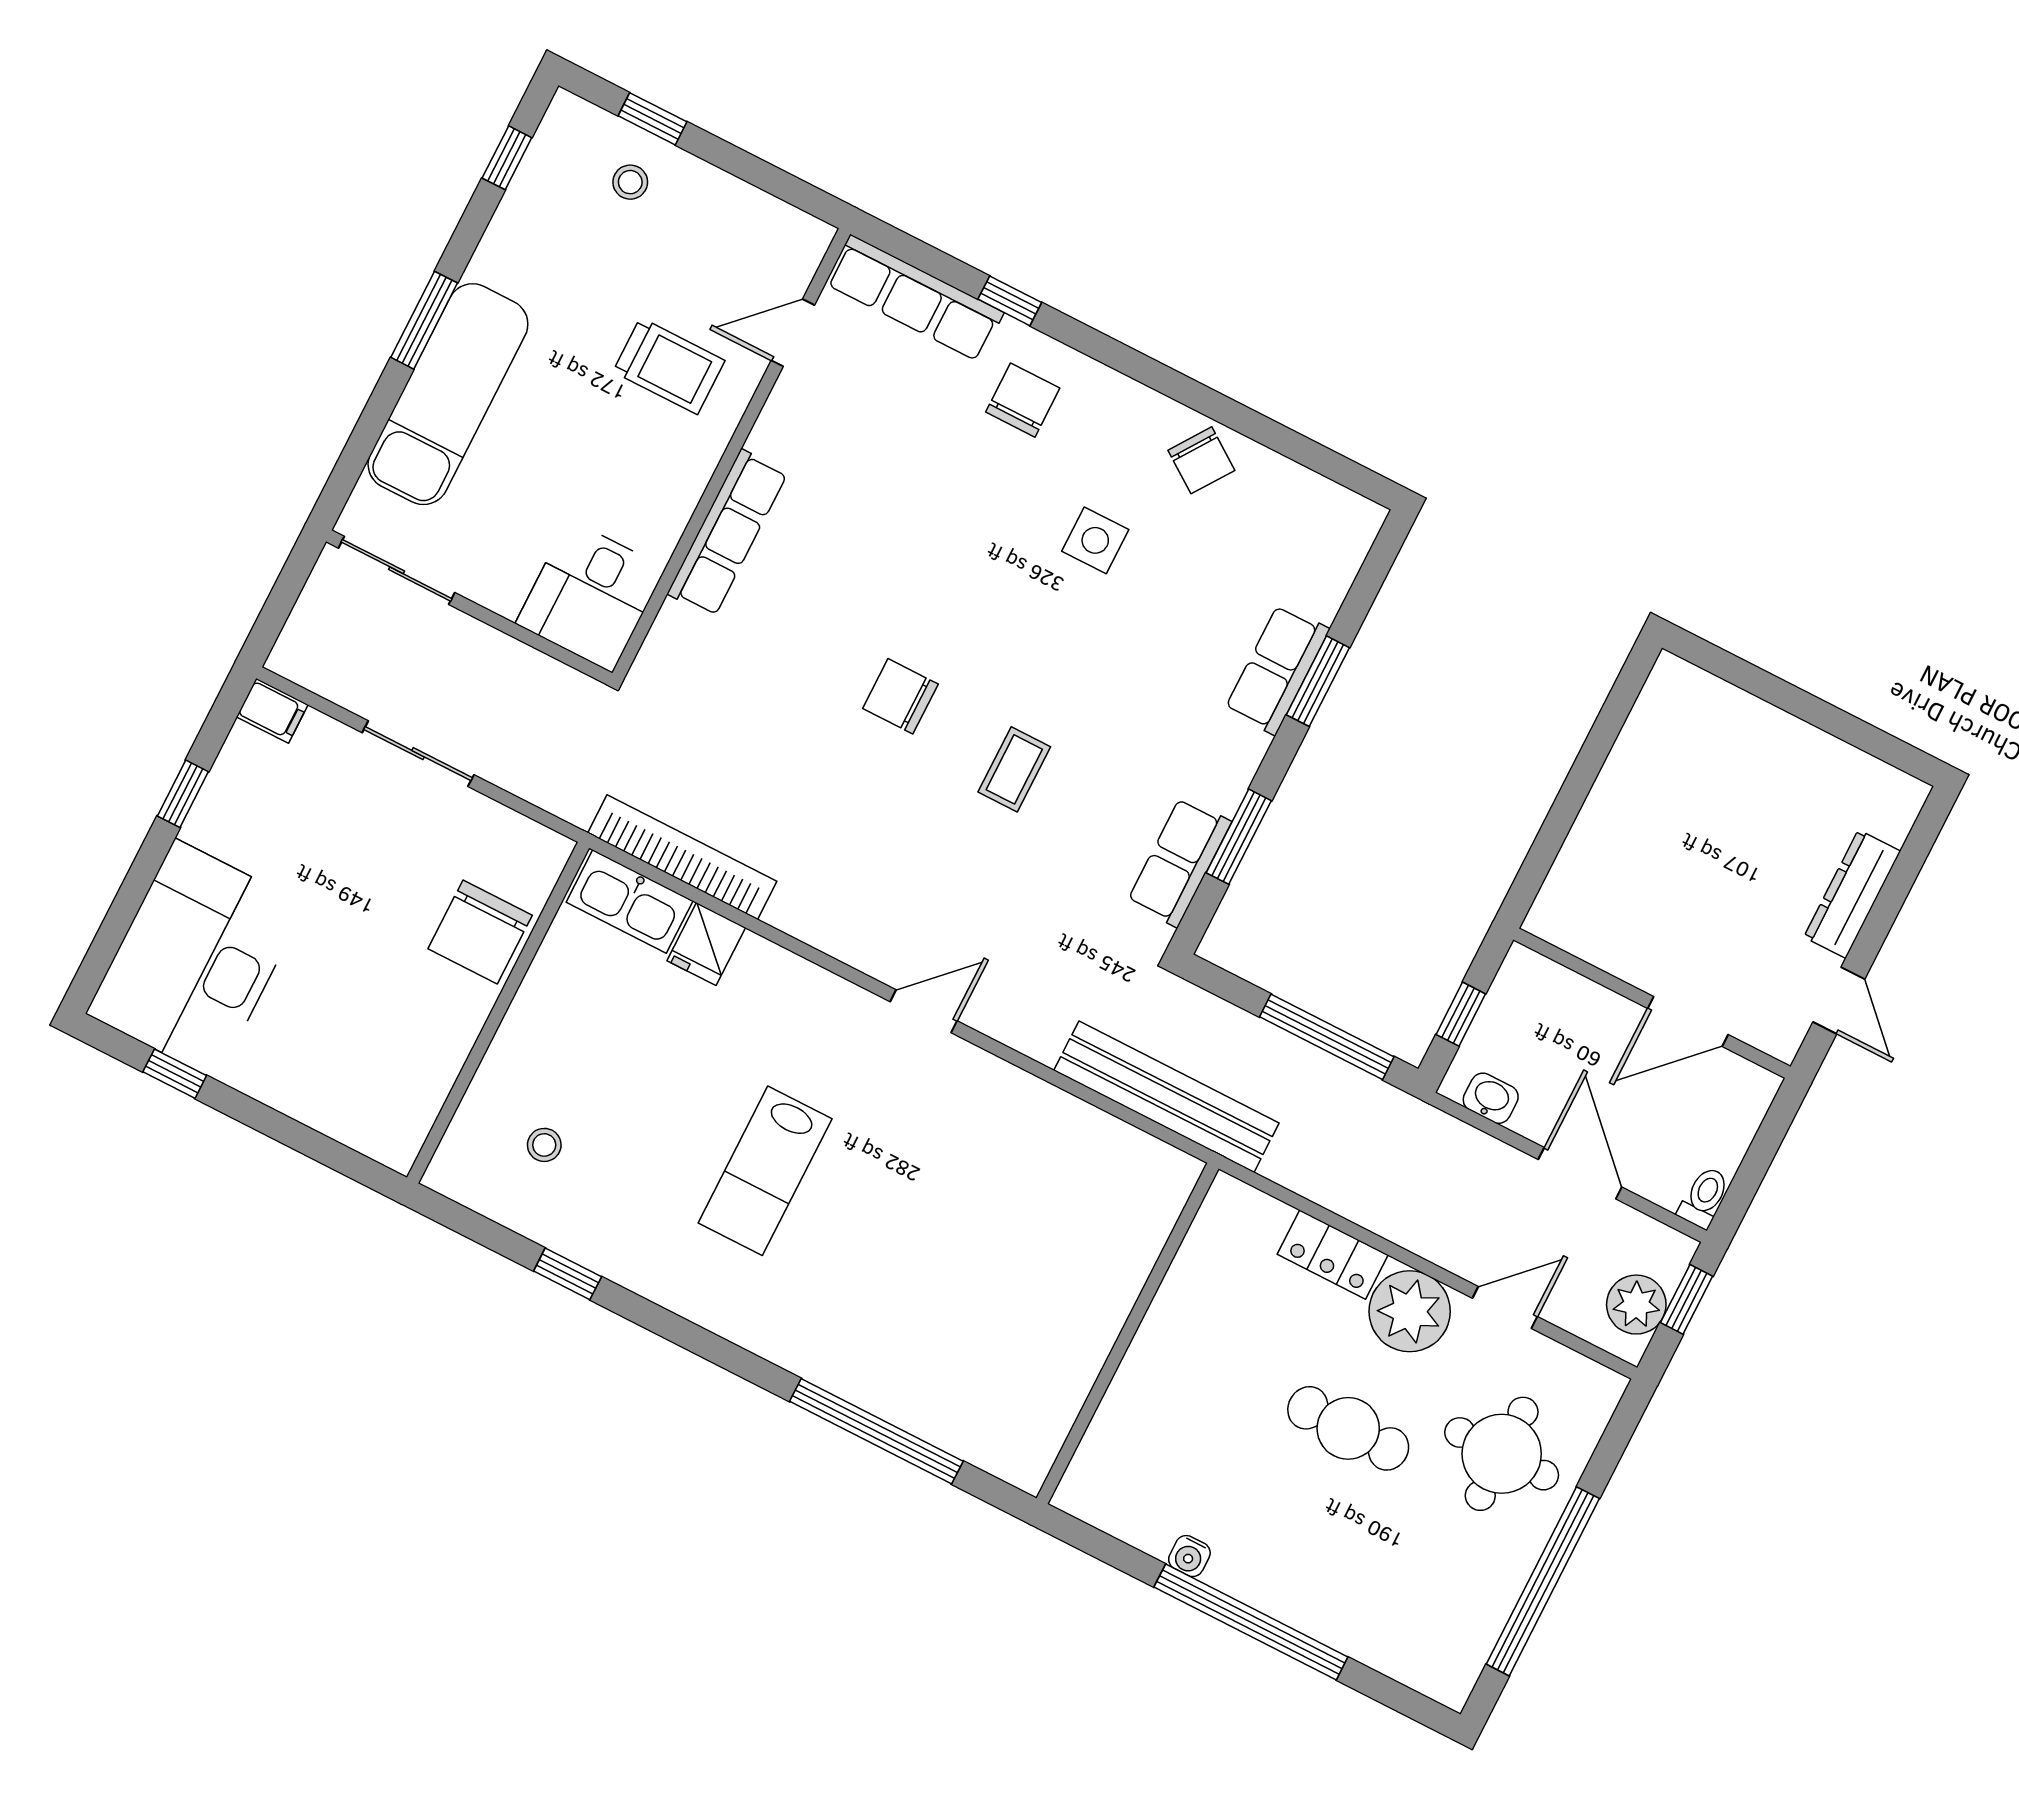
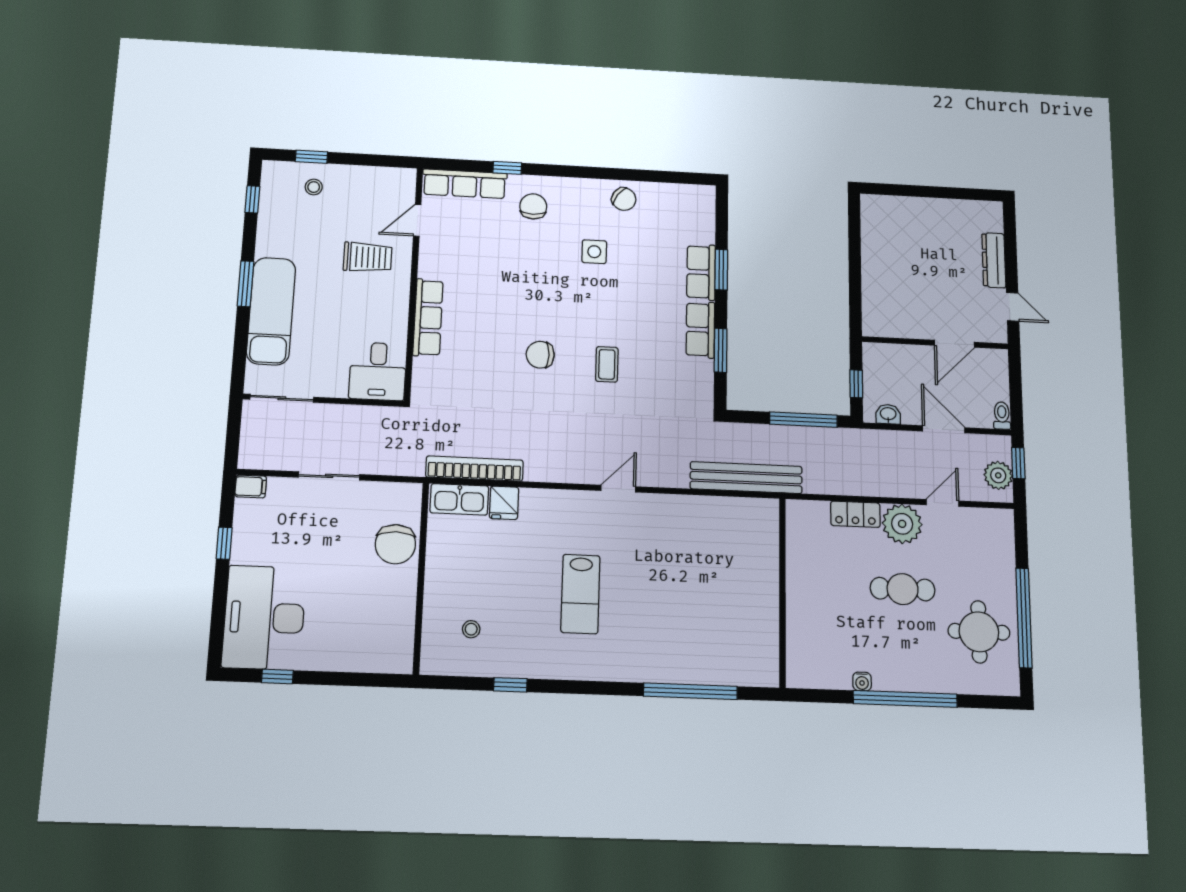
row of seats: (1179, 862) -> (700, 330), moved
round table: (1502, 1454) -> (979, 632), moved

